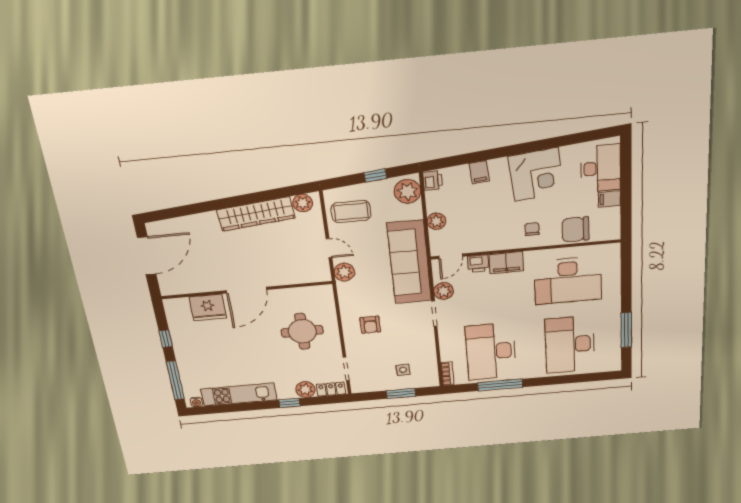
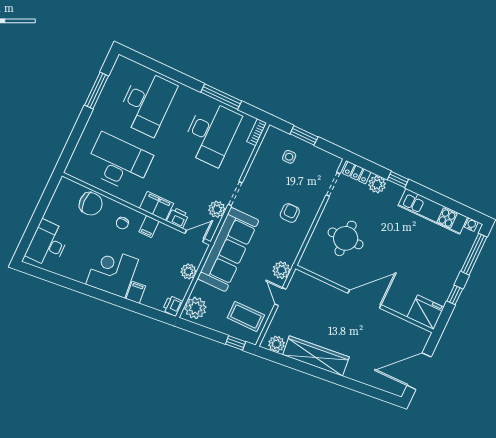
window: (375, 175) -> (236, 343), moved
corner desk: (536, 175) -> (112, 272), moved
filing cabinet: (609, 199) -> (149, 227), moved, turned 90
fridge: (208, 308) -> (426, 312), moved

